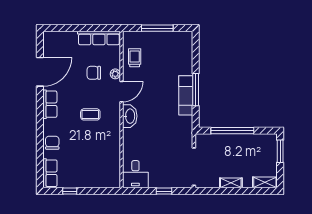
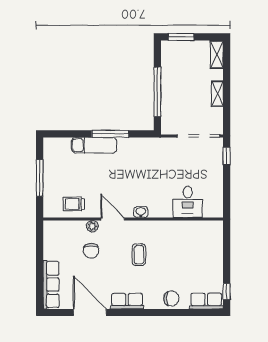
row of seats: (99, 38) -> (51, 285), moved
exam couch: (186, 95) -> (94, 145), moved
washbasin: (130, 116) -> (141, 212), width x0.52, depth x0.69
chair: (52, 143) -> (171, 298), turned 180
desk: (135, 174) -> (188, 202), moved, turned 90
window: (70, 191) -> (227, 292), moved
window: (164, 191) -> (227, 156), moved

